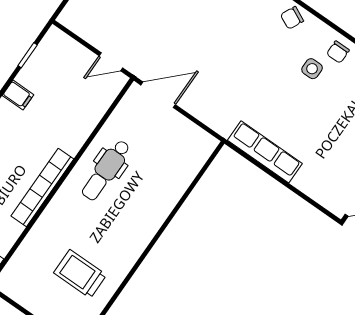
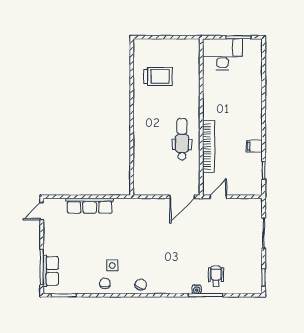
row of seats: (265, 152) -> (90, 206), moved
bookcase: (42, 187) -> (209, 146), moved

